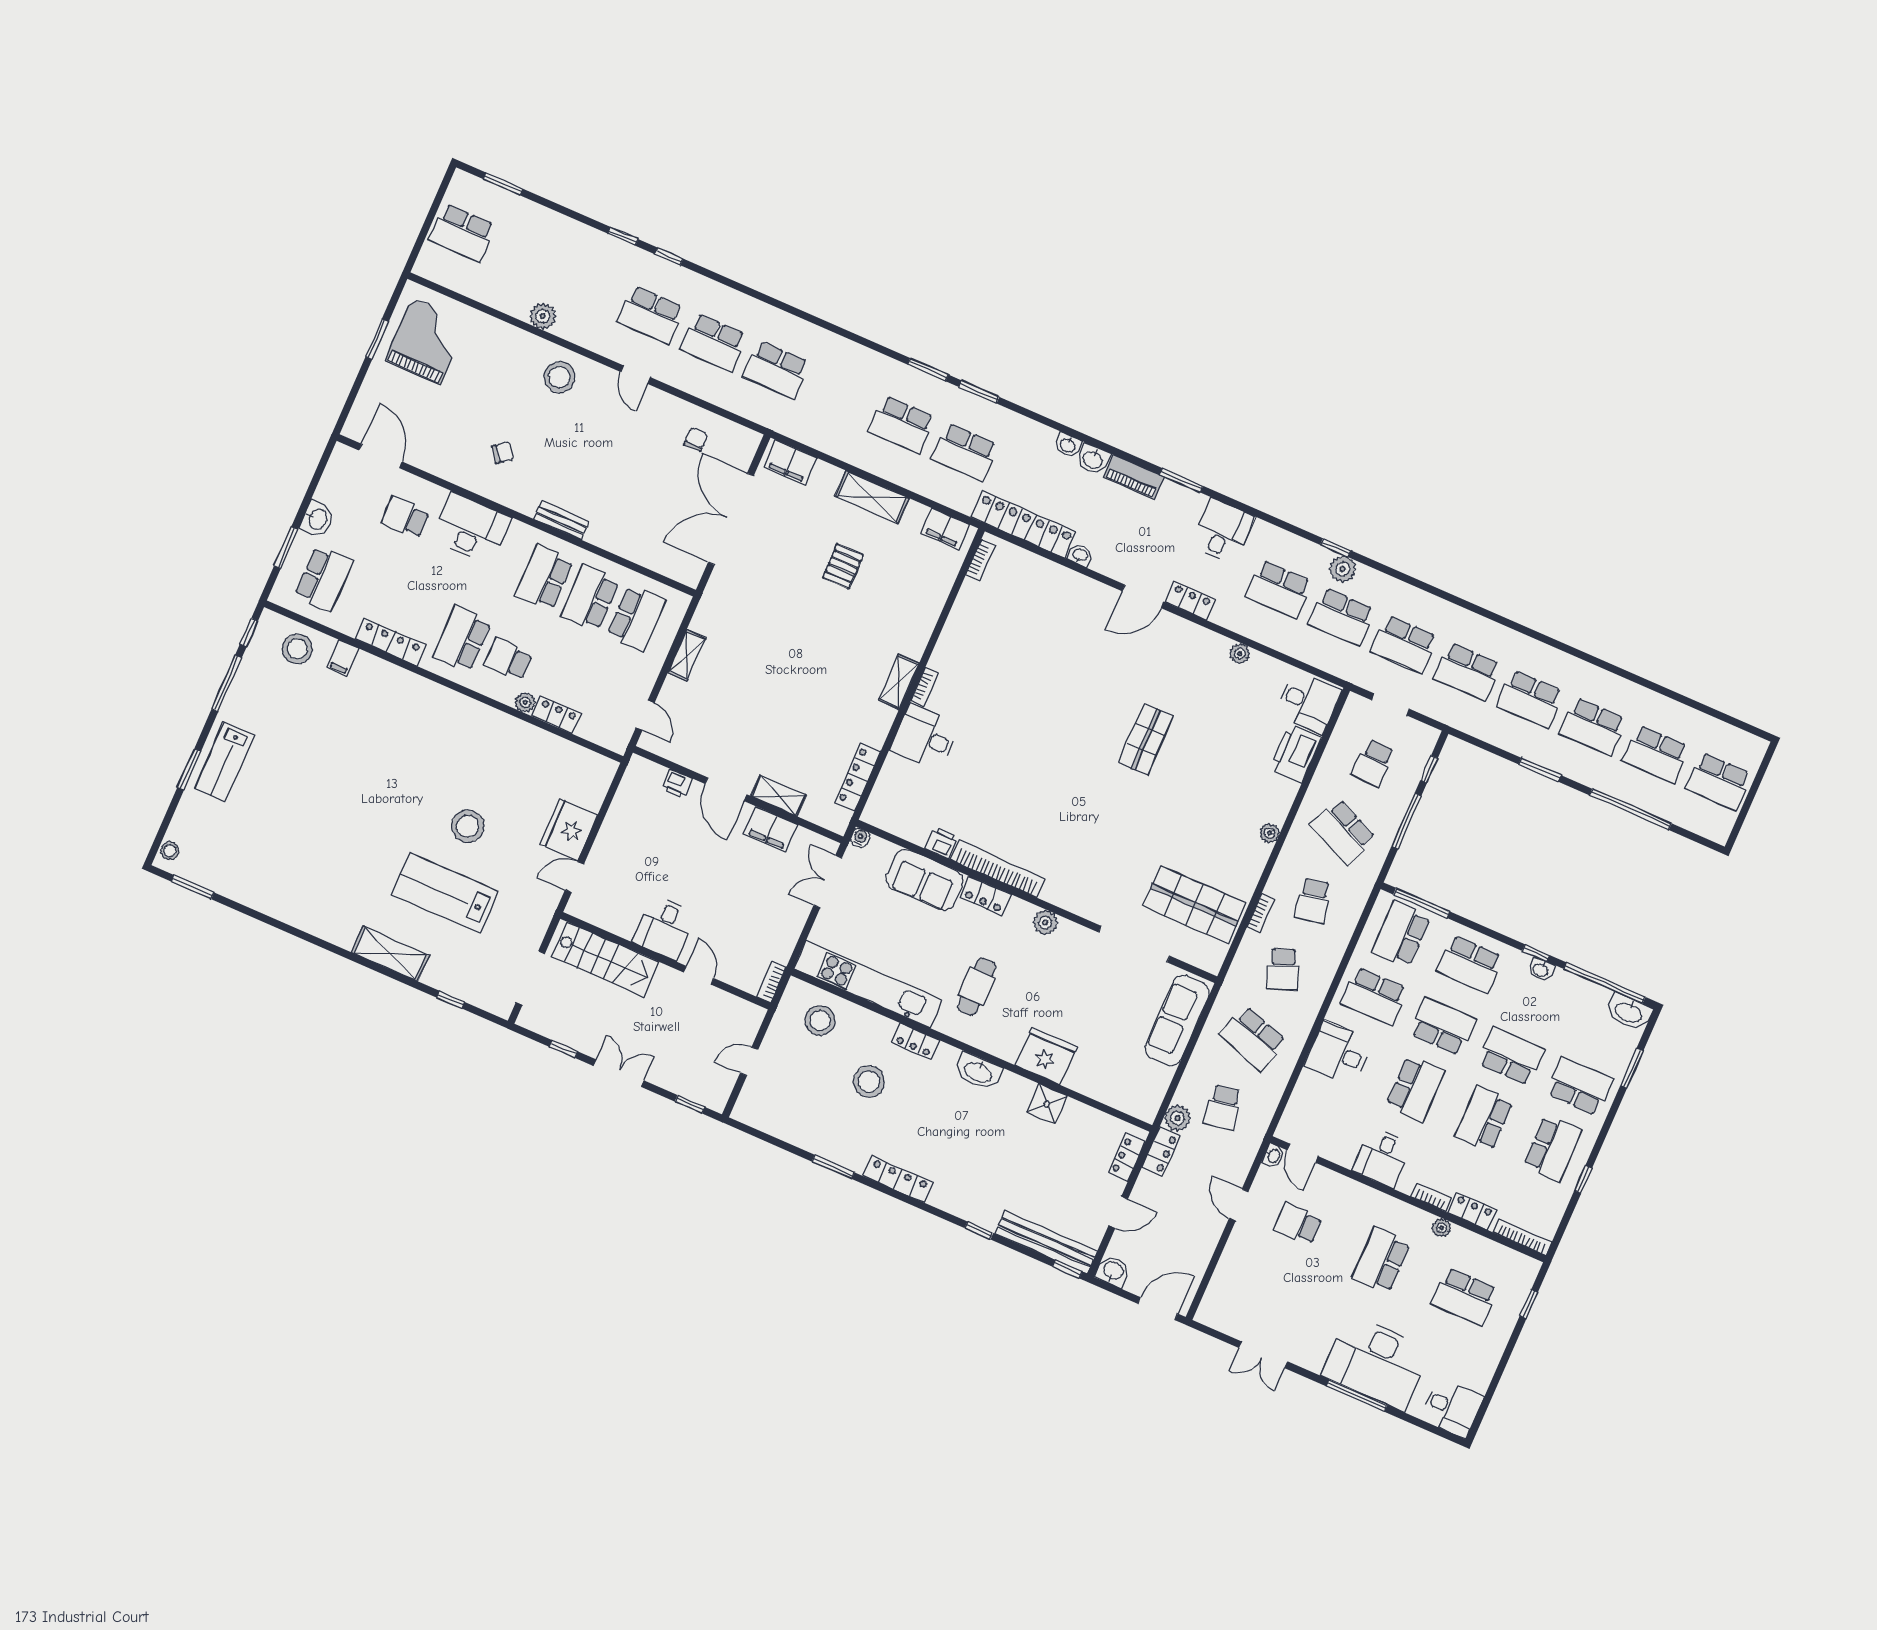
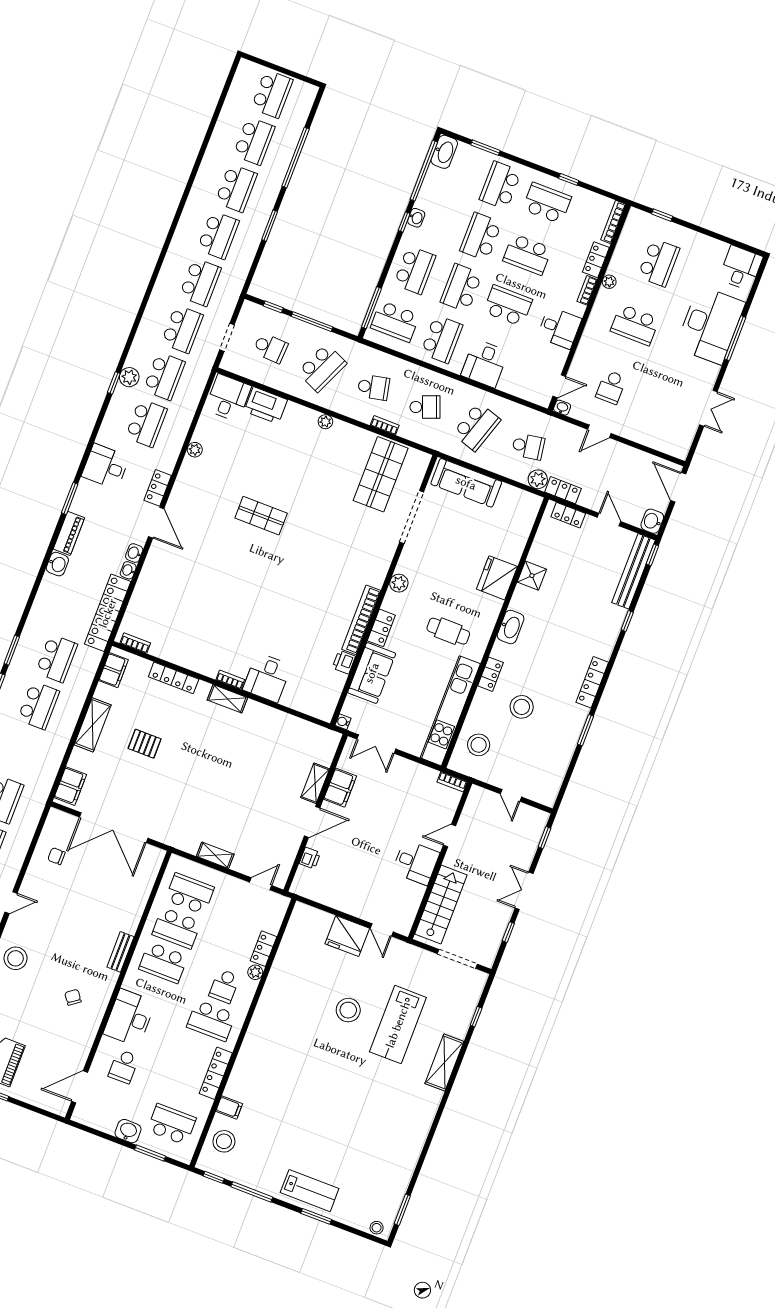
washbasin: (1068, 445) -> (134, 553), moved, turned 180
locker: (858, 777) -> (174, 678), moved

